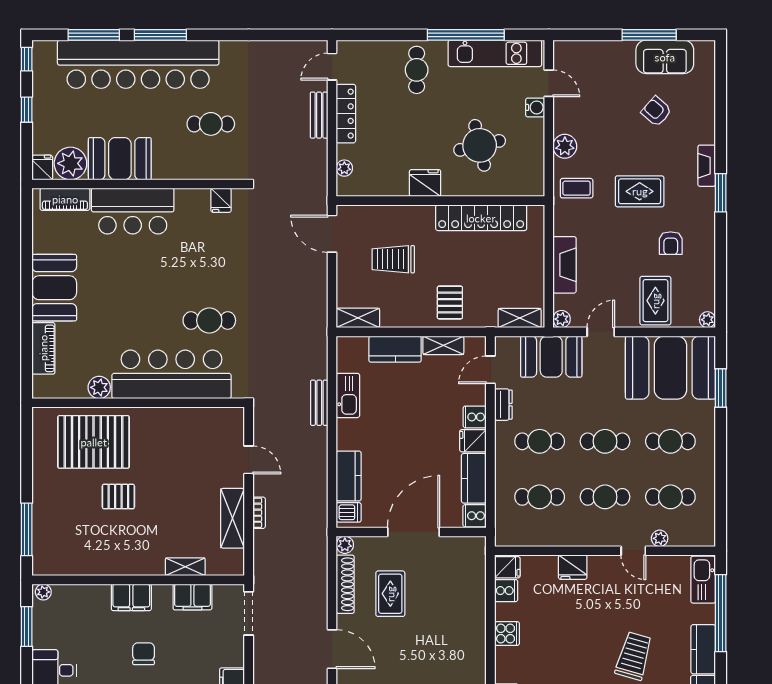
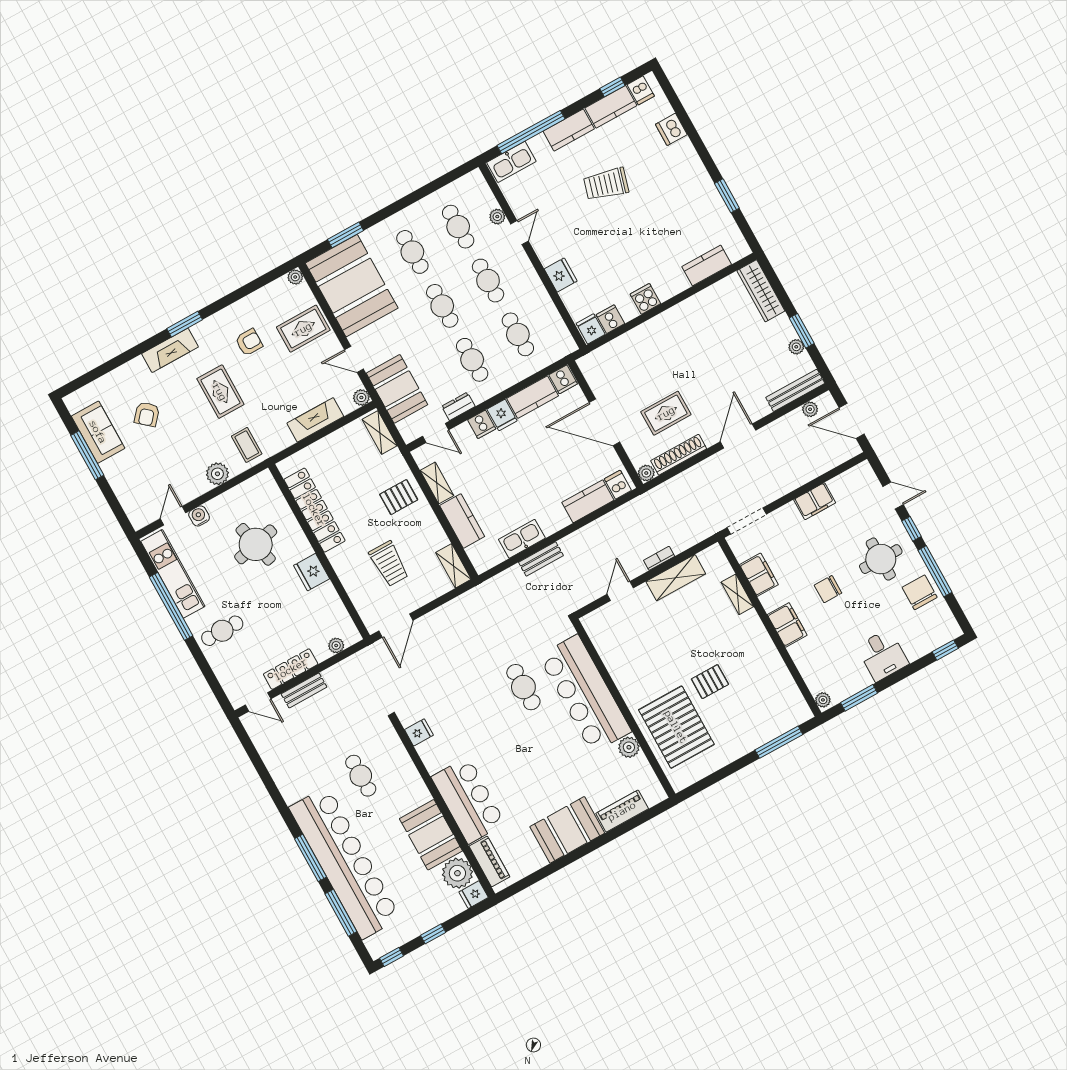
fireplace: (707, 166) -> (170, 350), width x1.37, depth x1.32
pallet: (118, 497) -> (710, 682), turned 90

